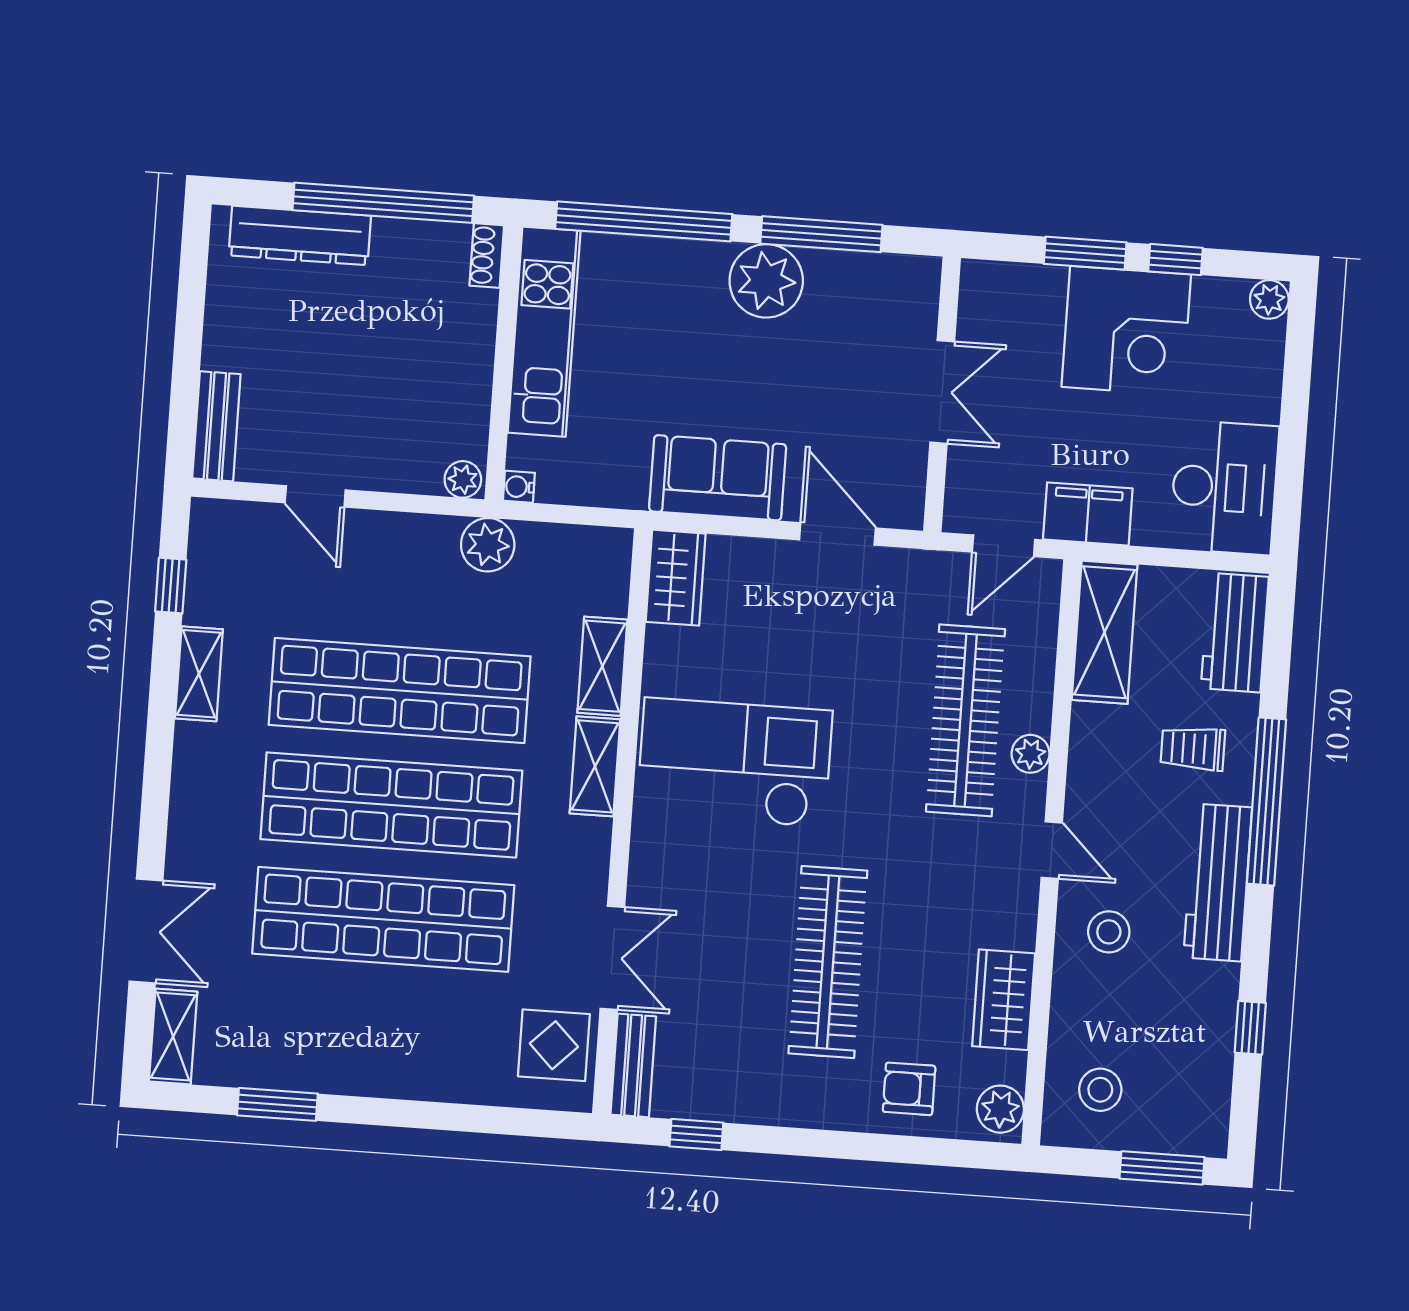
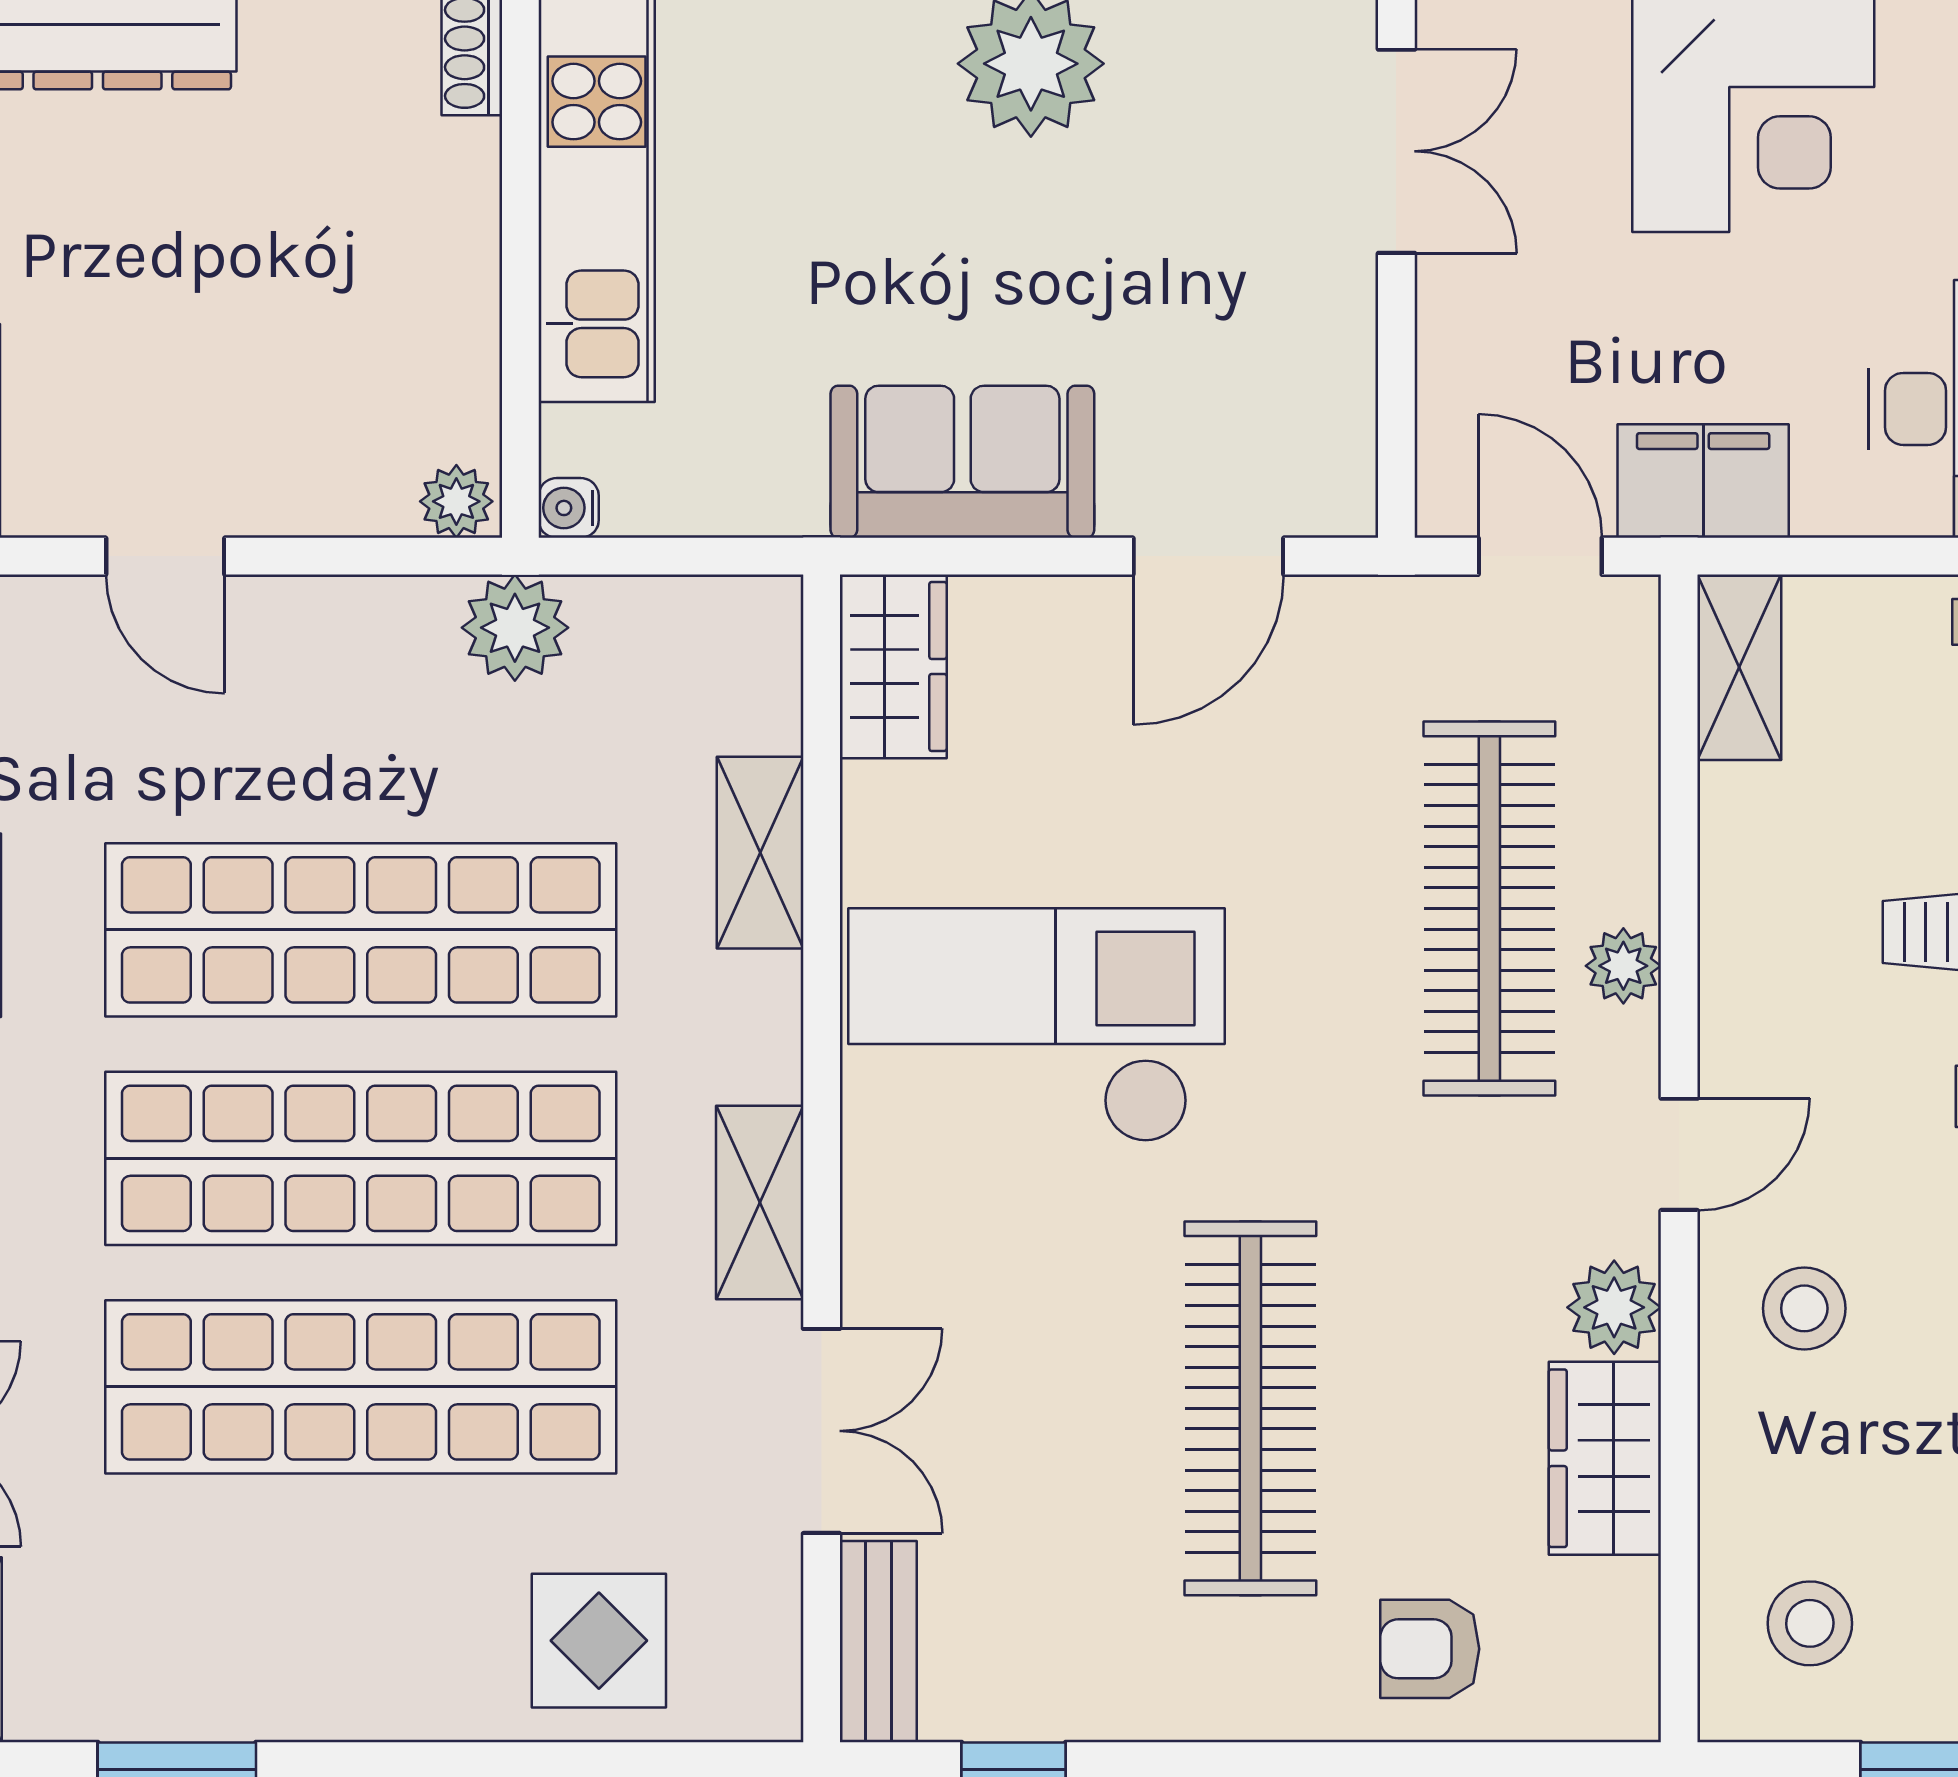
double door: (942, 392) -> (1396, 151), moved
door: (837, 534) -> (1208, 556), swing flipped
door: (1004, 546) -> (1540, 556), swing flipped
shelving: (1105, 632) -> (1739, 667), width x0.67, depth x0.75
shelving: (595, 766) -> (760, 1203), moved
door: (1052, 850) -> (1679, 1154), hinge flipped
display table: (554, 1045) -> (599, 1641), moved
plant: (1000, 1109) -> (1614, 1307), moved

